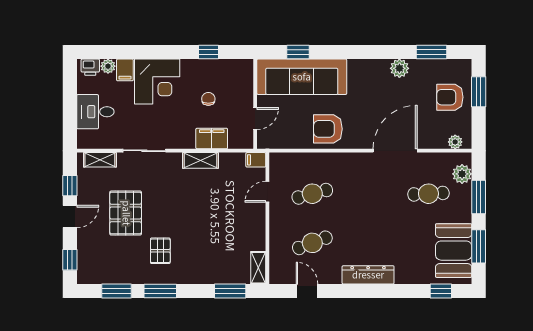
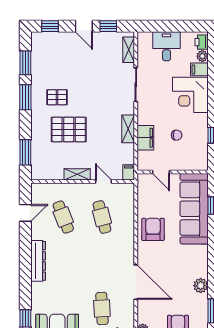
pallet: (126, 213) -> (69, 129), moved
shelving: (258, 268) -> (77, 174), moved

